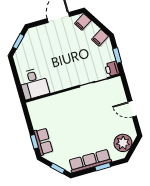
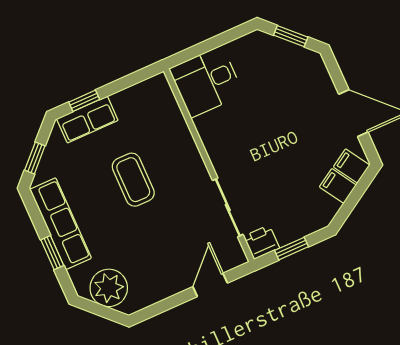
filing cabinet: (100, 38) -> (338, 186), moved
door: (132, 109) -> (210, 285), moved
coffee table: (74, 124) -> (133, 180), added

